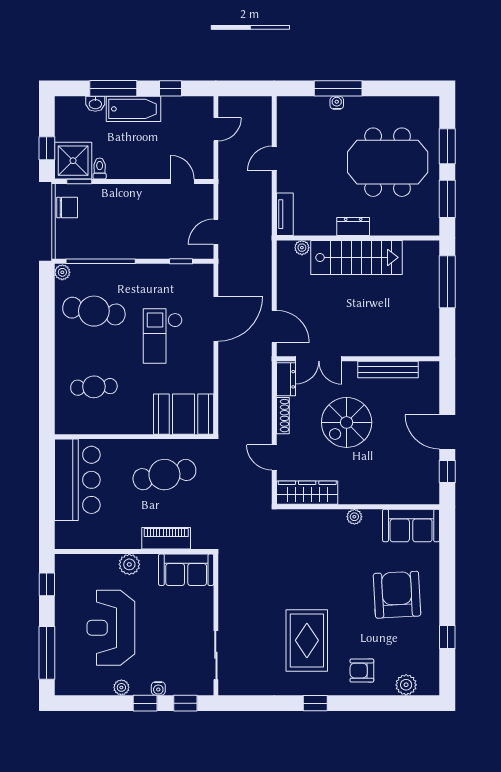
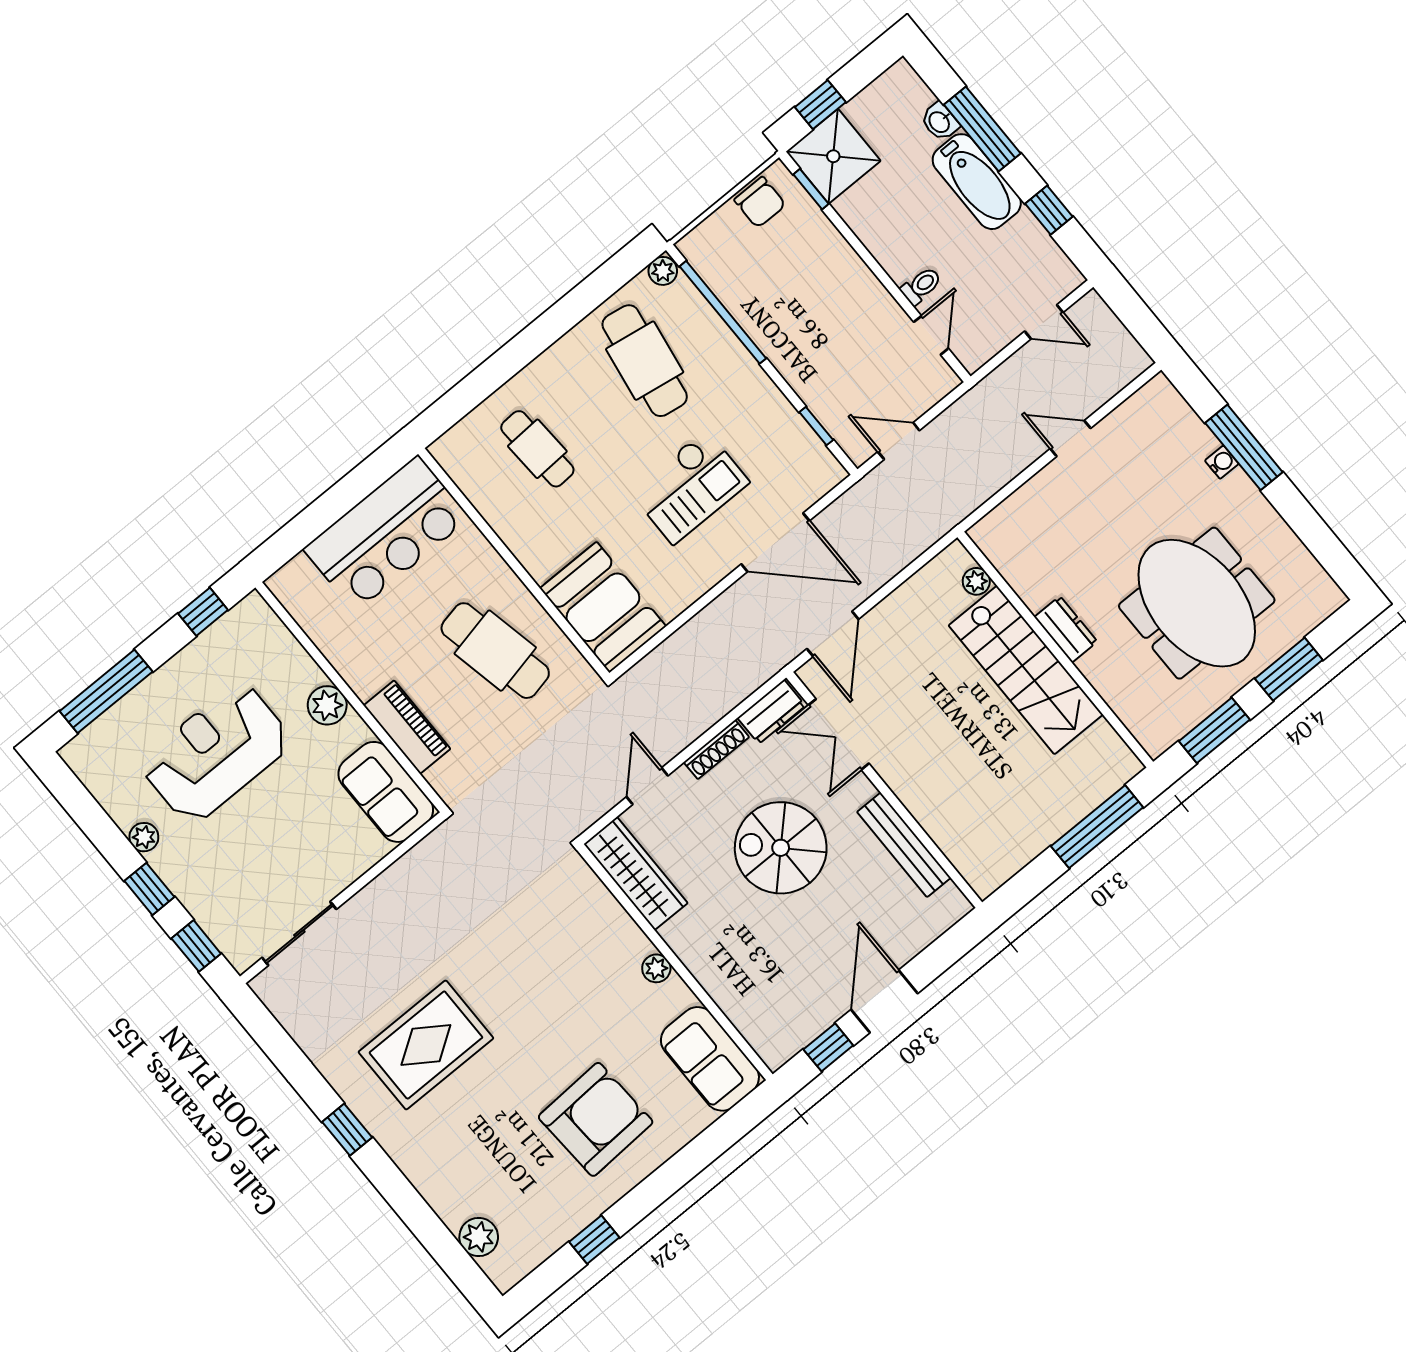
toilet: (100, 169) -> (921, 286), moved
tv unit: (285, 214) -> (1004, 518), removed
checkout: (163, 336) -> (689, 487), turned 180
armchair: (362, 671) -> (447, 1158), removed
water cooler: (158, 688) -> (185, 891), removed

